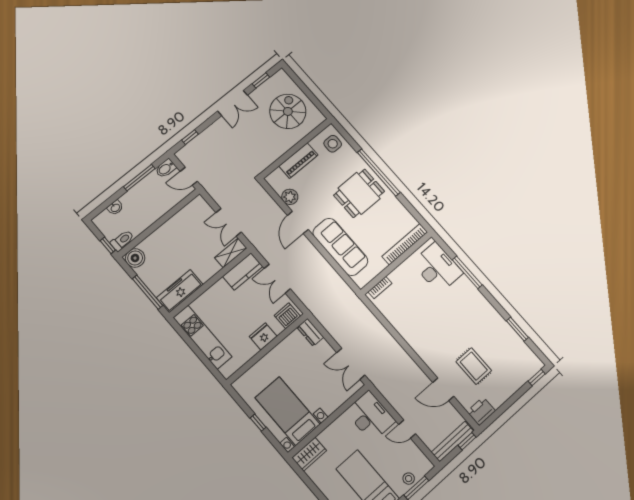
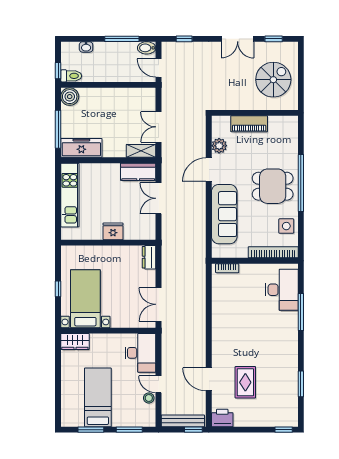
side table: (333, 144) -> (286, 226), moved
dishwasher: (287, 316) -> (143, 231), removed
stool: (409, 479) -> (149, 398), moved

